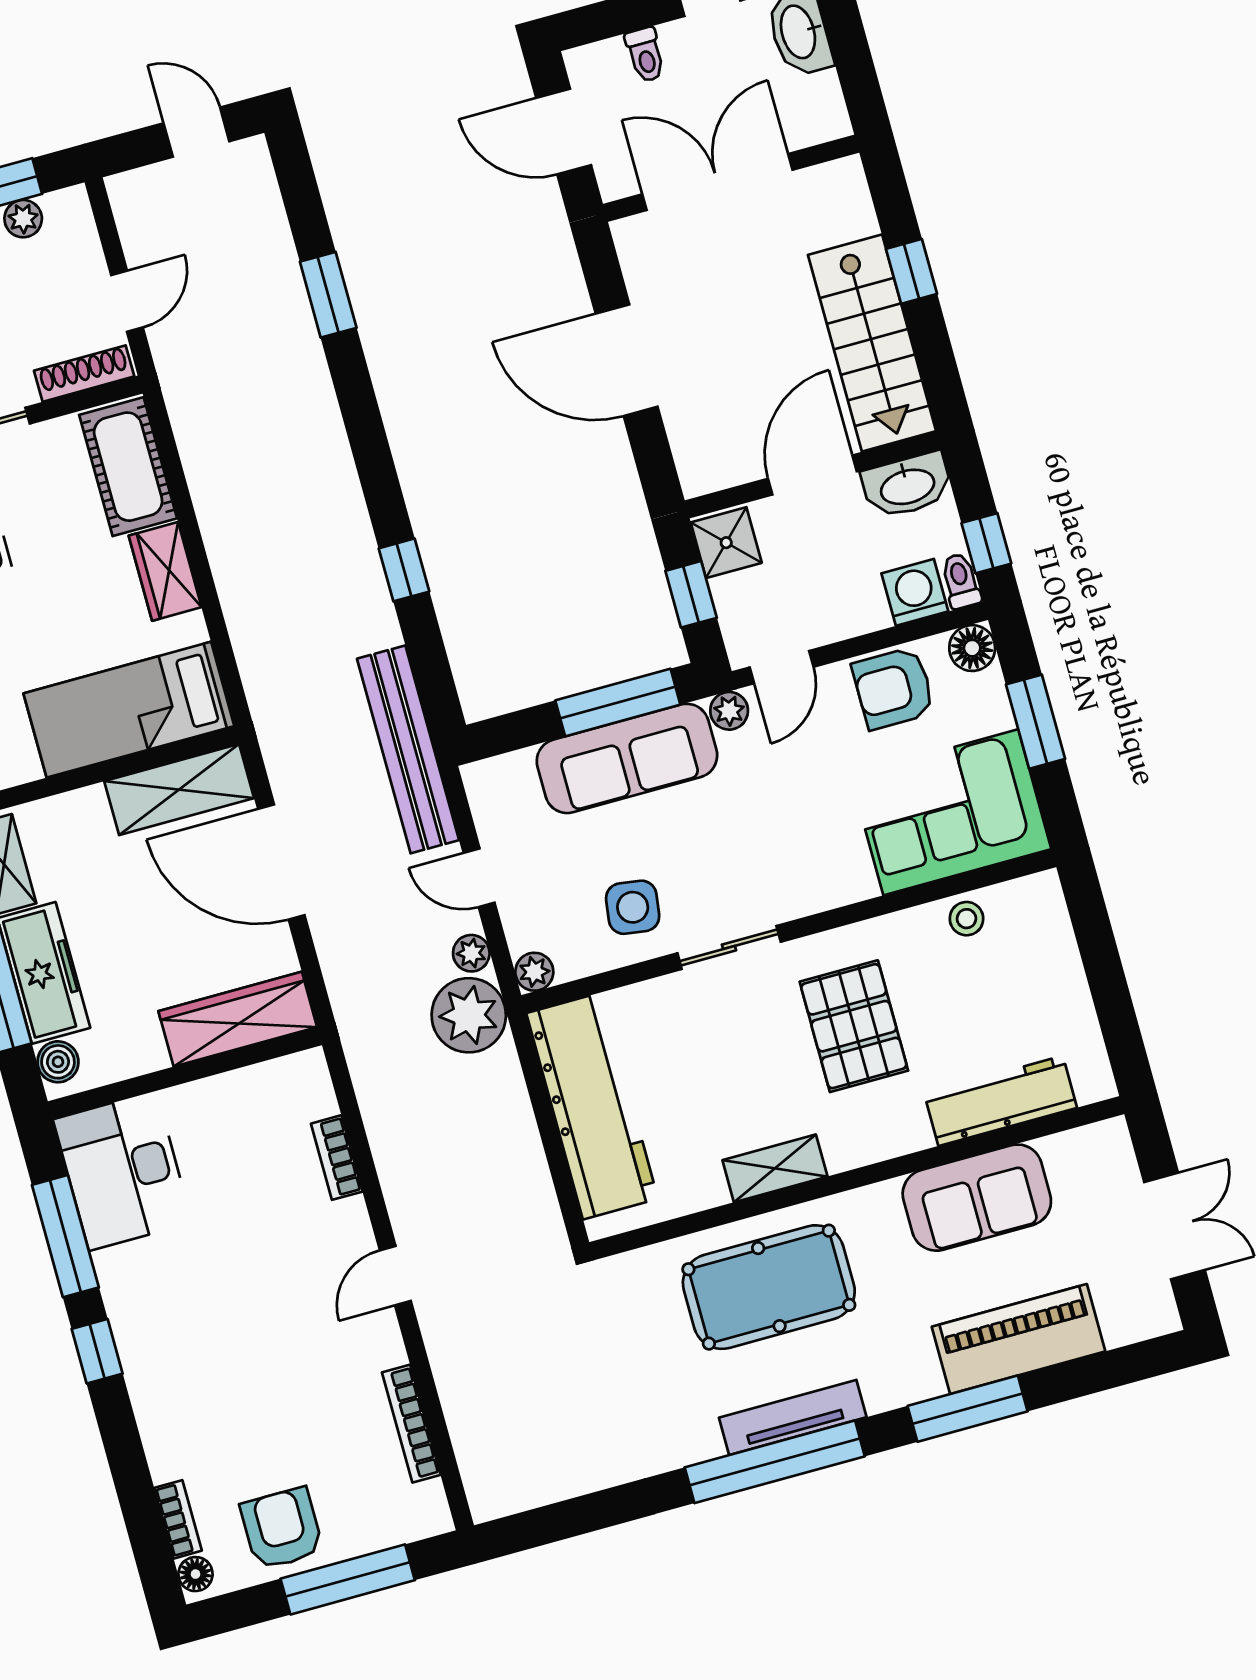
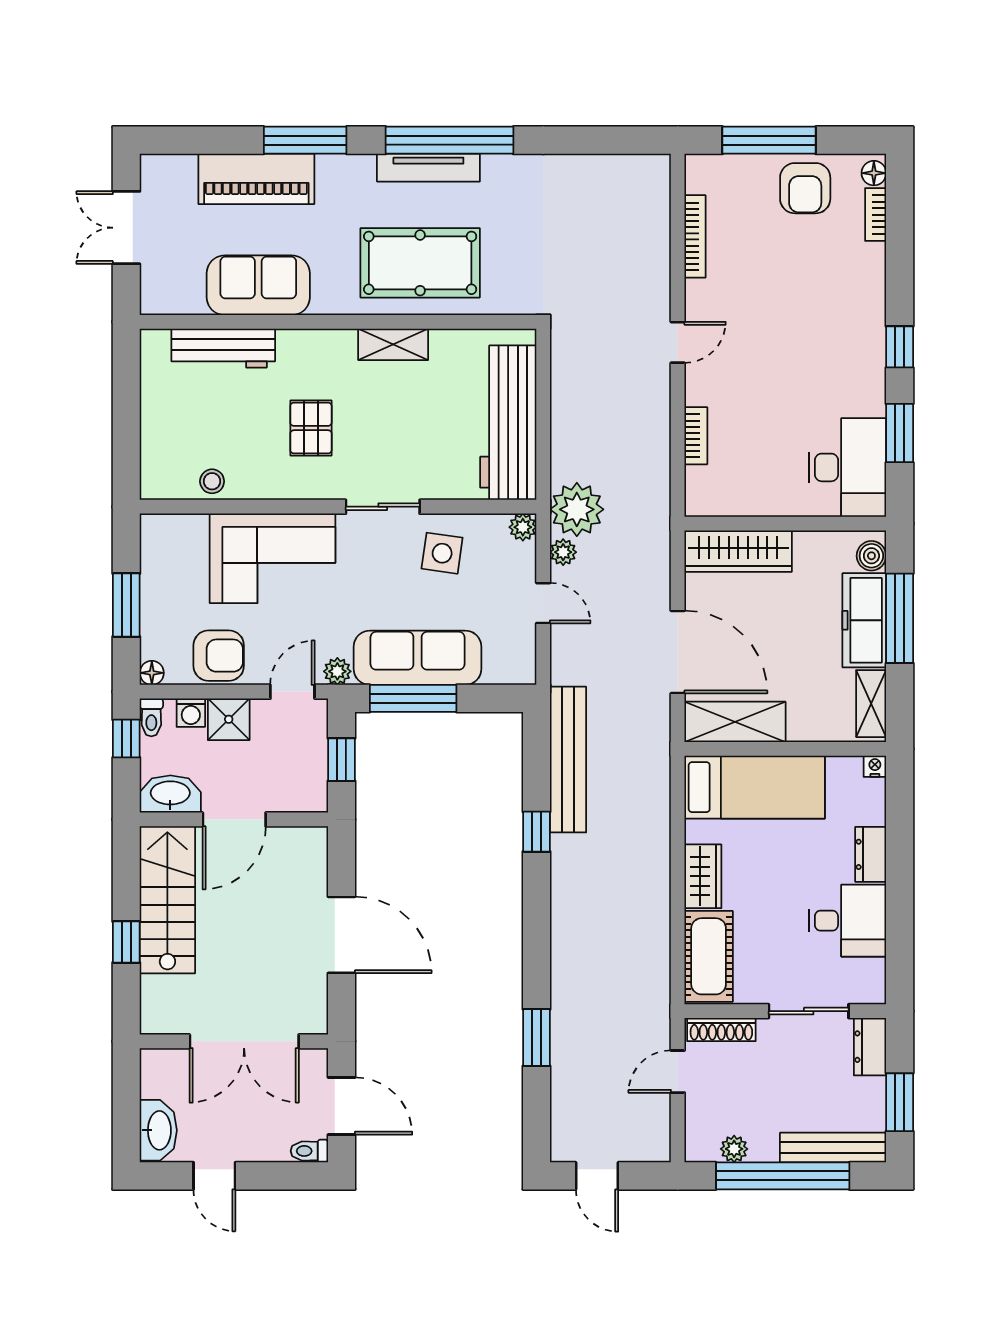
toilet: (645, 55) -> (309, 1151), moved, turned -90
shower: (726, 543) -> (229, 719), moved
washing machine: (915, 592) -> (191, 713), width x0.73, depth x0.73
floor lamp: (972, 648) -> (152, 673), width x0.73, depth x0.73
bench: (408, 749) -> (568, 760), moved
corner sofa: (951, 812) -> (273, 558), moved
pallet: (854, 1026) -> (311, 428), width x0.67, depth x0.71
window: (65, 1236) -> (900, 433), width x0.69

